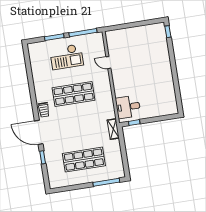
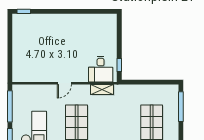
door: (108, 63) -> (64, 83), moved
shelving: (113, 129) -> (102, 89), moved

